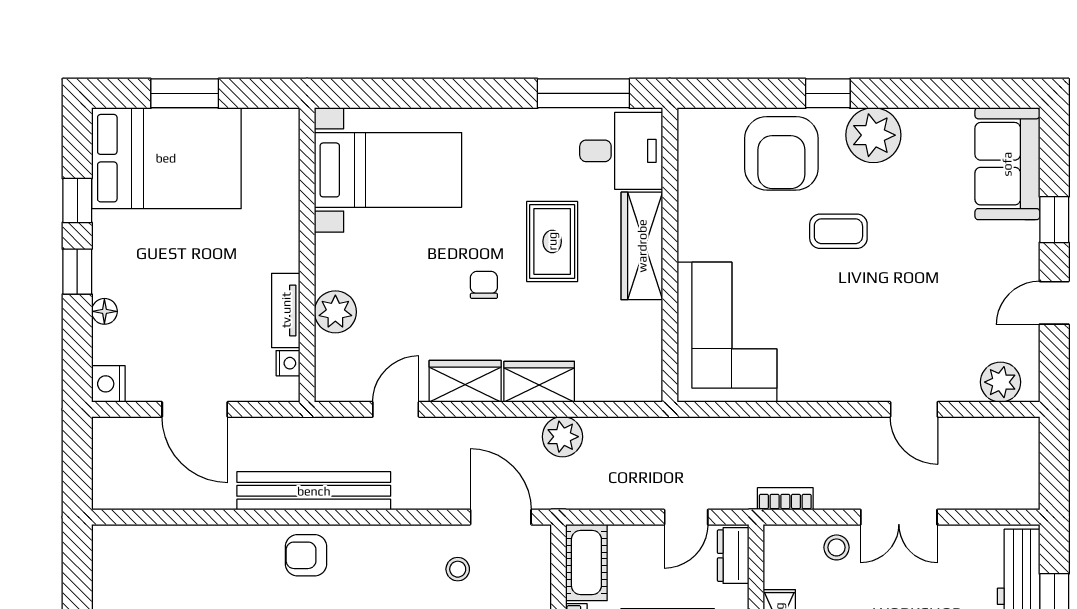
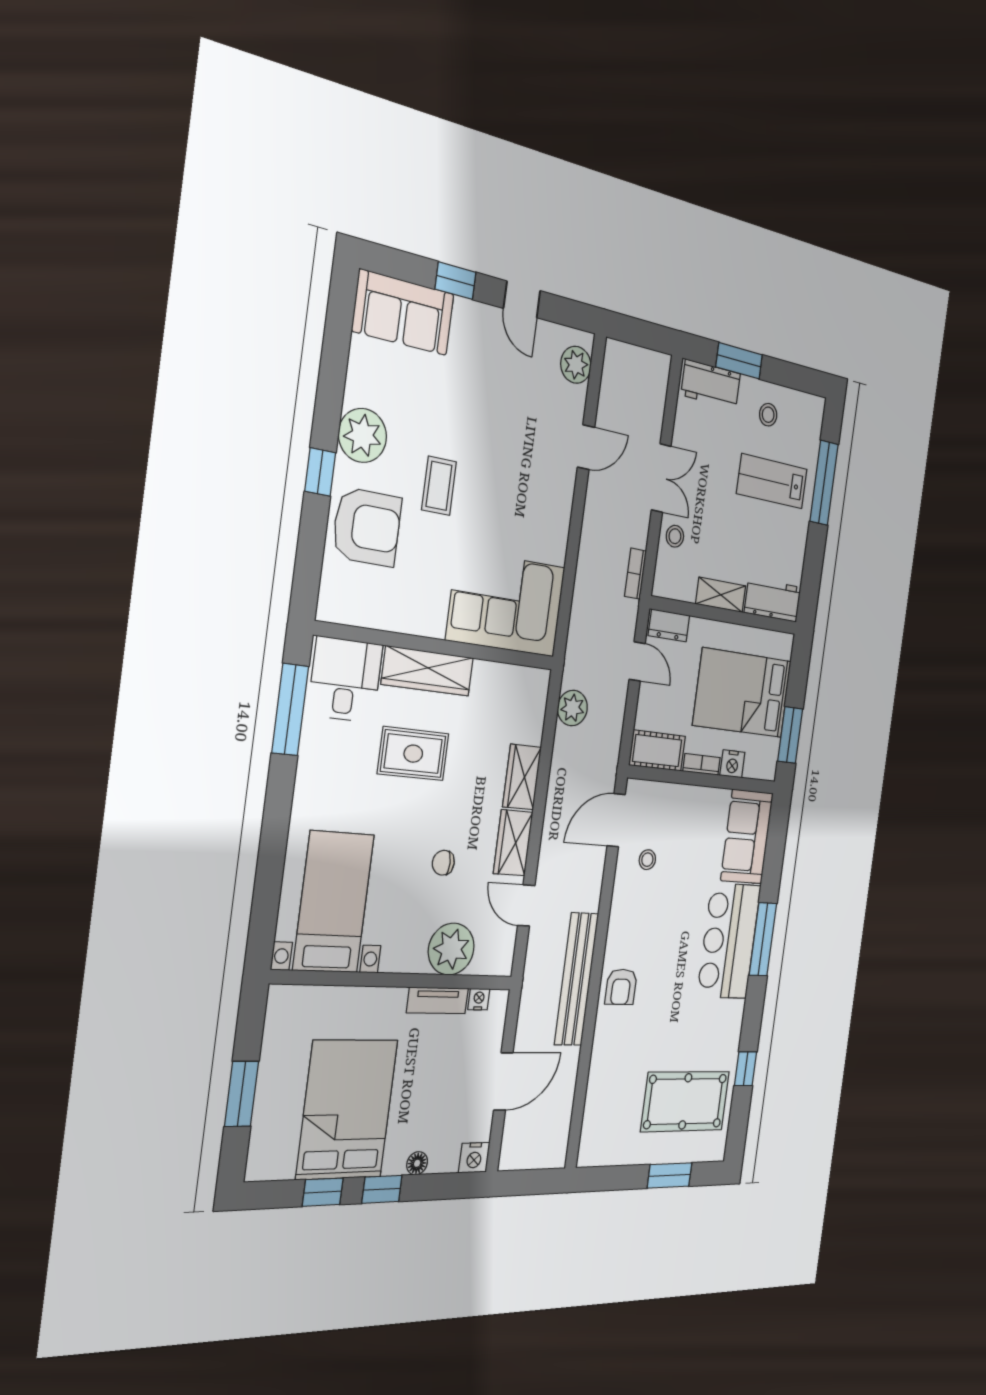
bed: (166, 158) -> (347, 1109), moved
chair: (484, 285) -> (443, 863), moved
plant: (335, 312) -> (451, 949), width x1.36, depth x1.36
plant: (562, 437) -> (572, 708), moved

